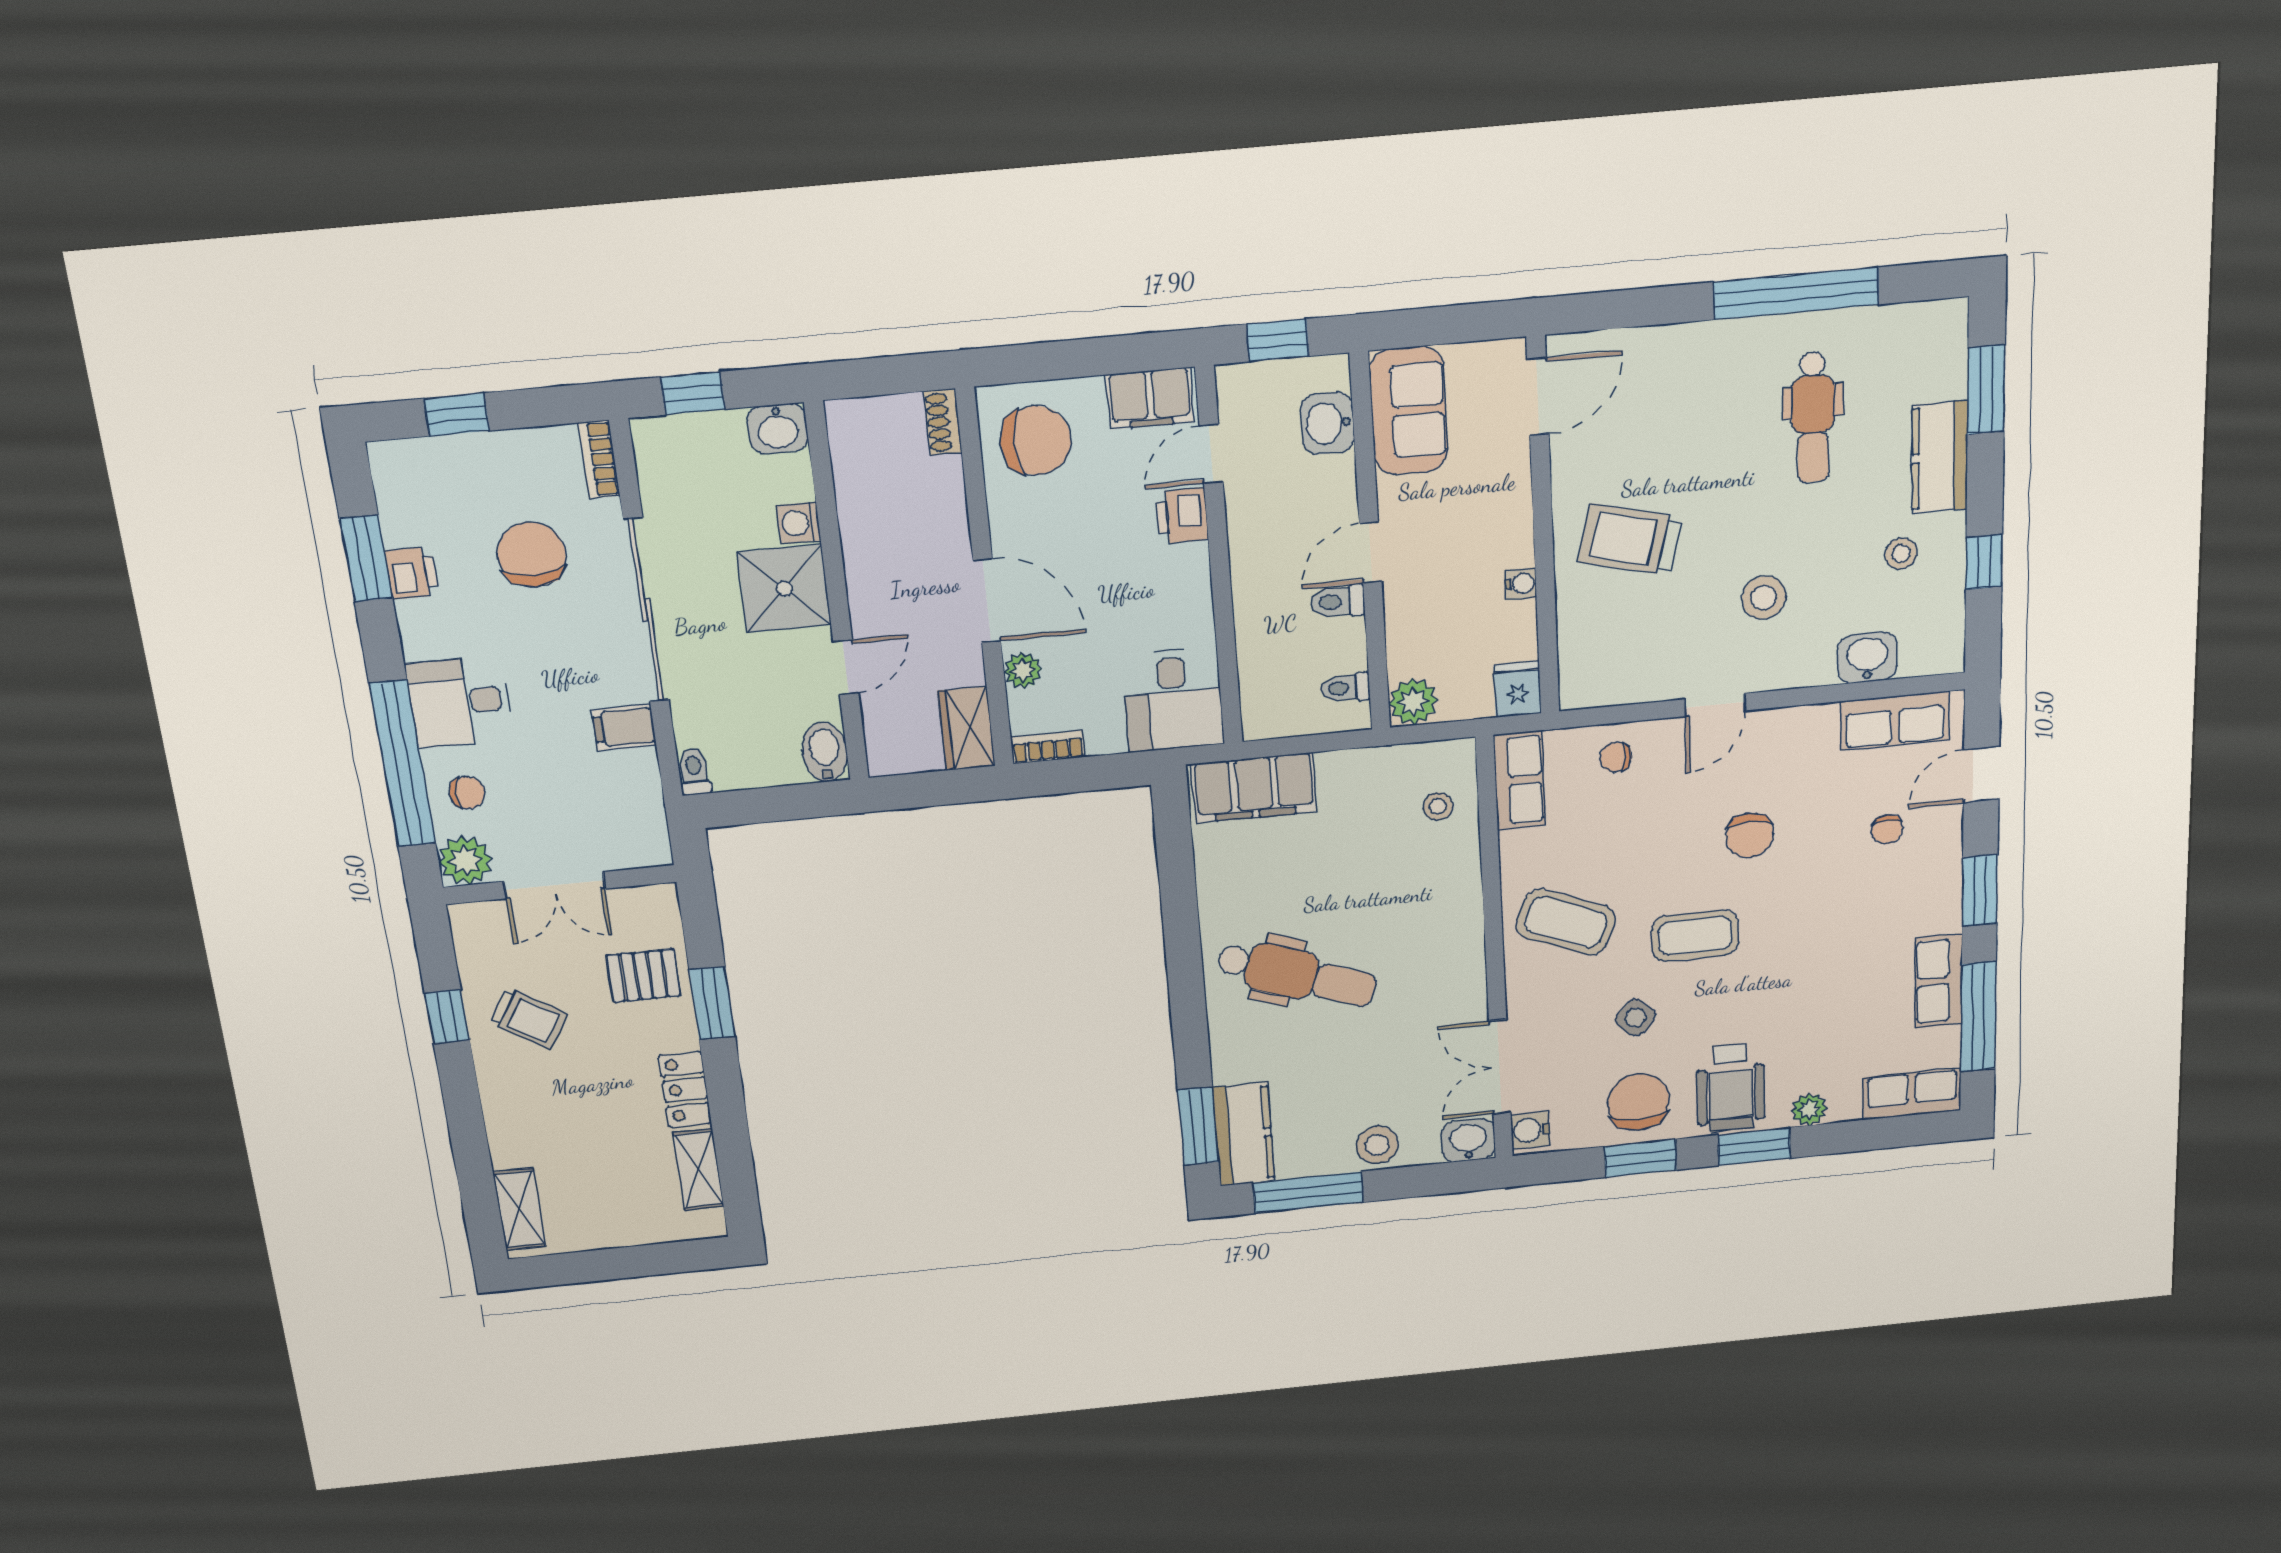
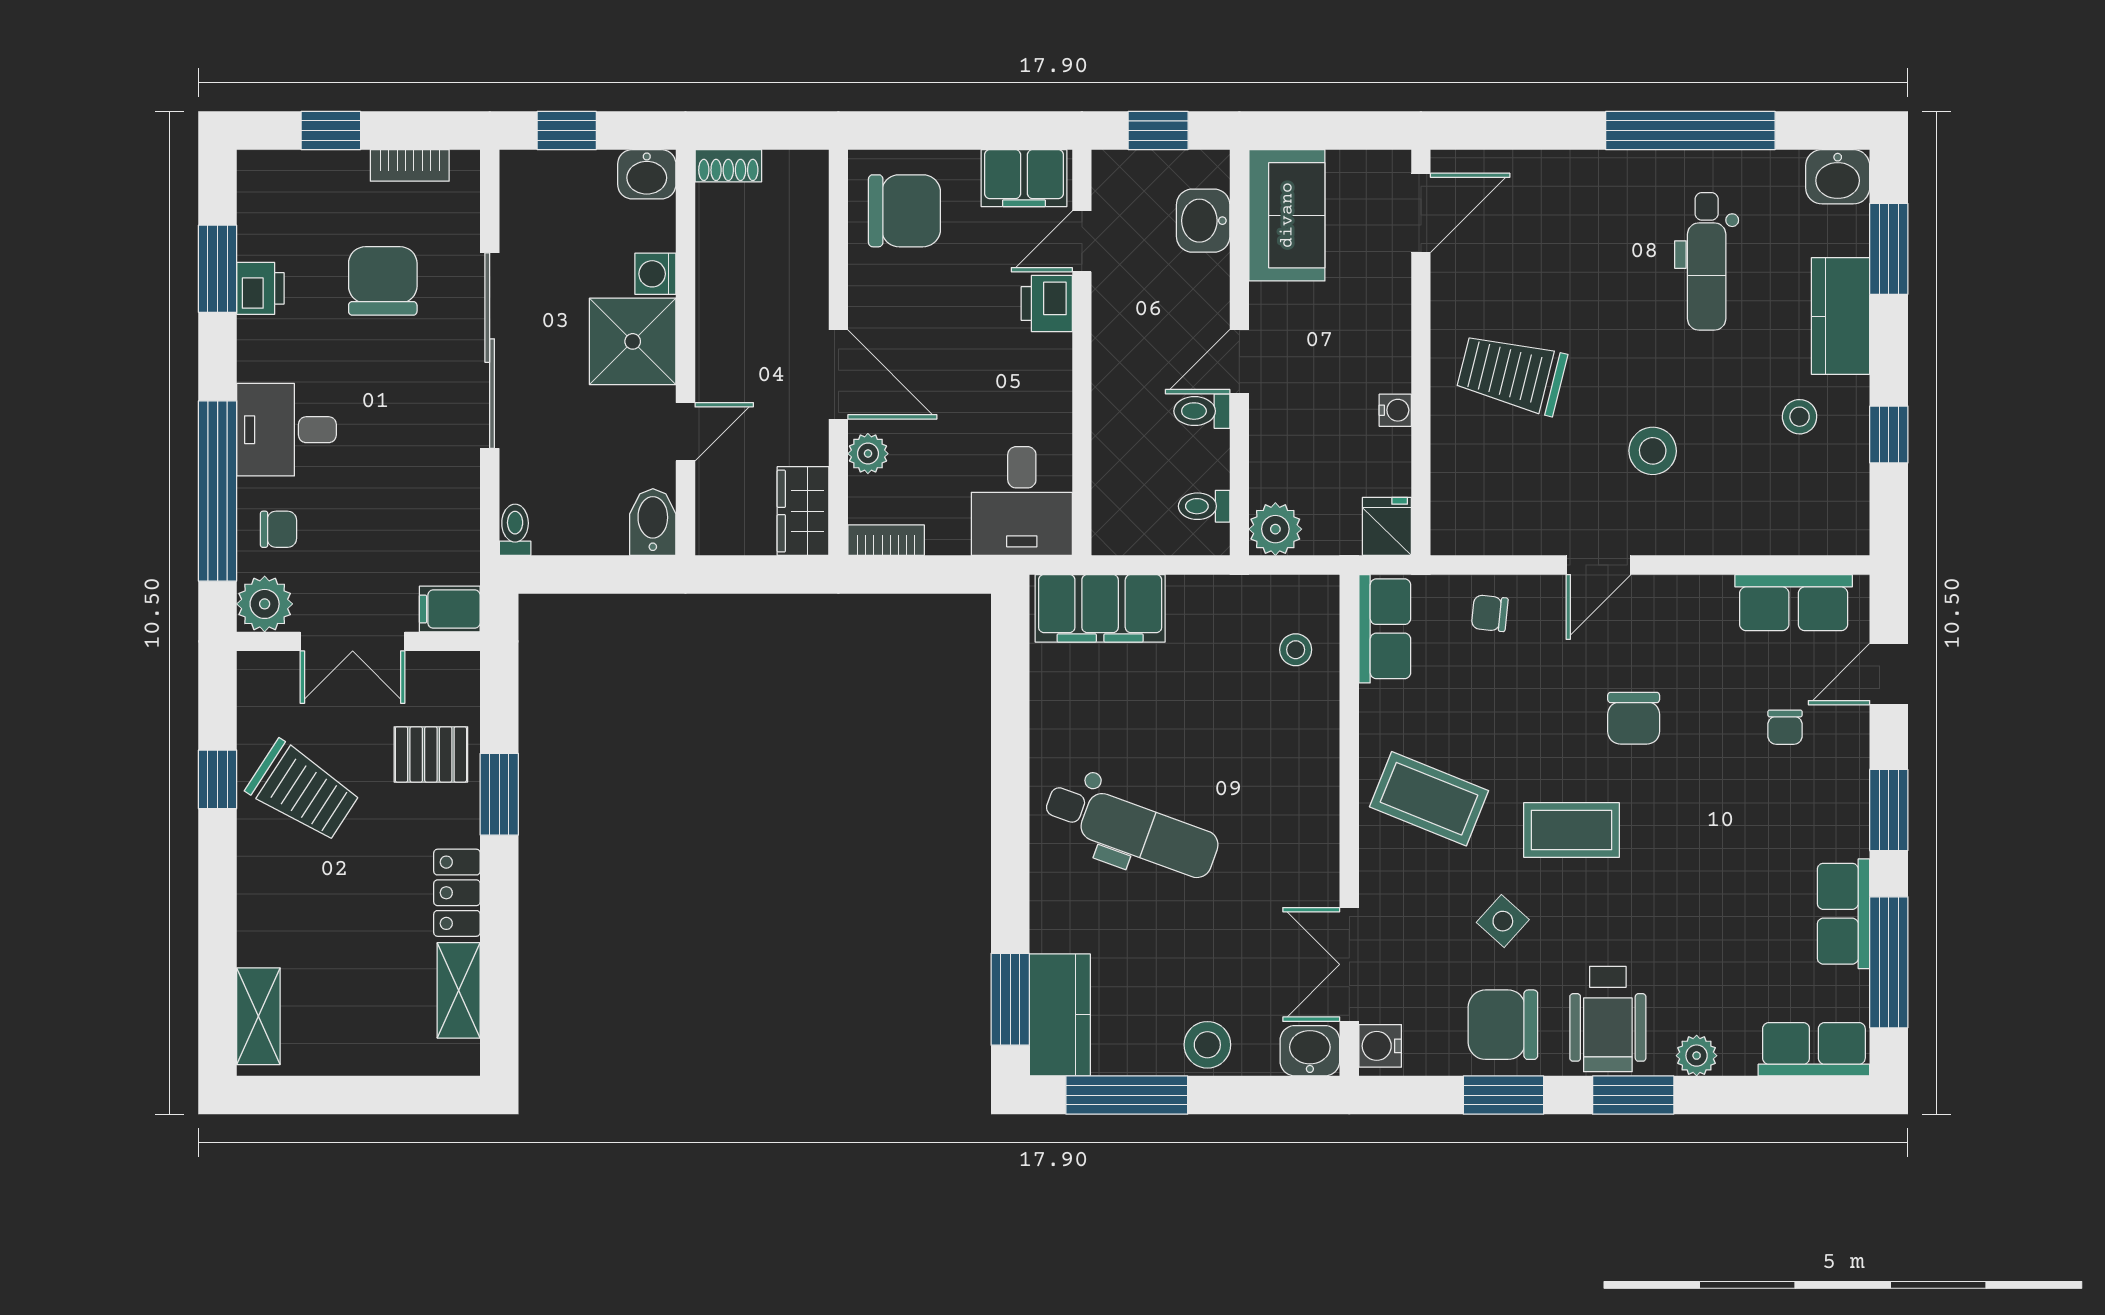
shoe rack: (943, 422) -> (728, 166), moved, turned -90
bookcase: (599, 459) -> (410, 165), moved, turned -90
washbasin: (1867, 658) -> (1838, 177), moved, turned 180
filing cabinet: (624, 727) -> (450, 609), moved
trolley: (529, 1019) -> (303, 791), width x1.36, depth x1.39
chair: (1638, 1102) -> (1503, 1025), turned -90

